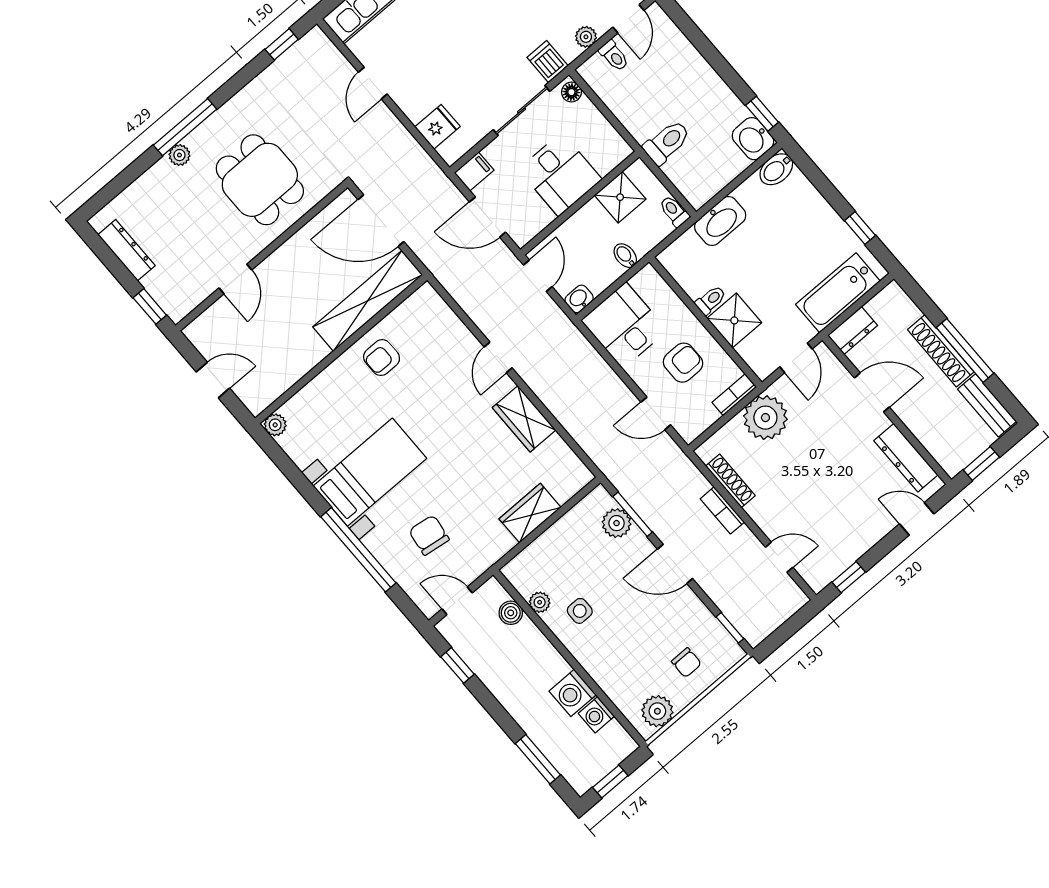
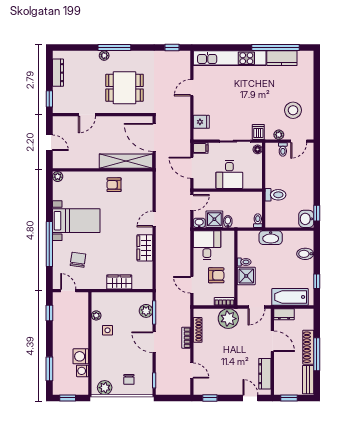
bidet: (776, 169) -> (305, 254), moved
dining table: (260, 180) -> (125, 88), turned 90
shower: (620, 197) -> (214, 219), moved
boiler: (511, 613) -> (83, 311), removed

